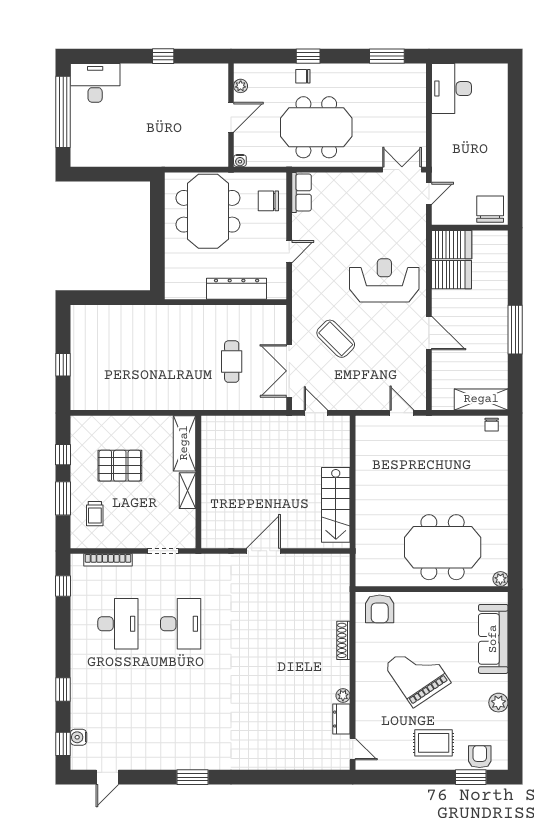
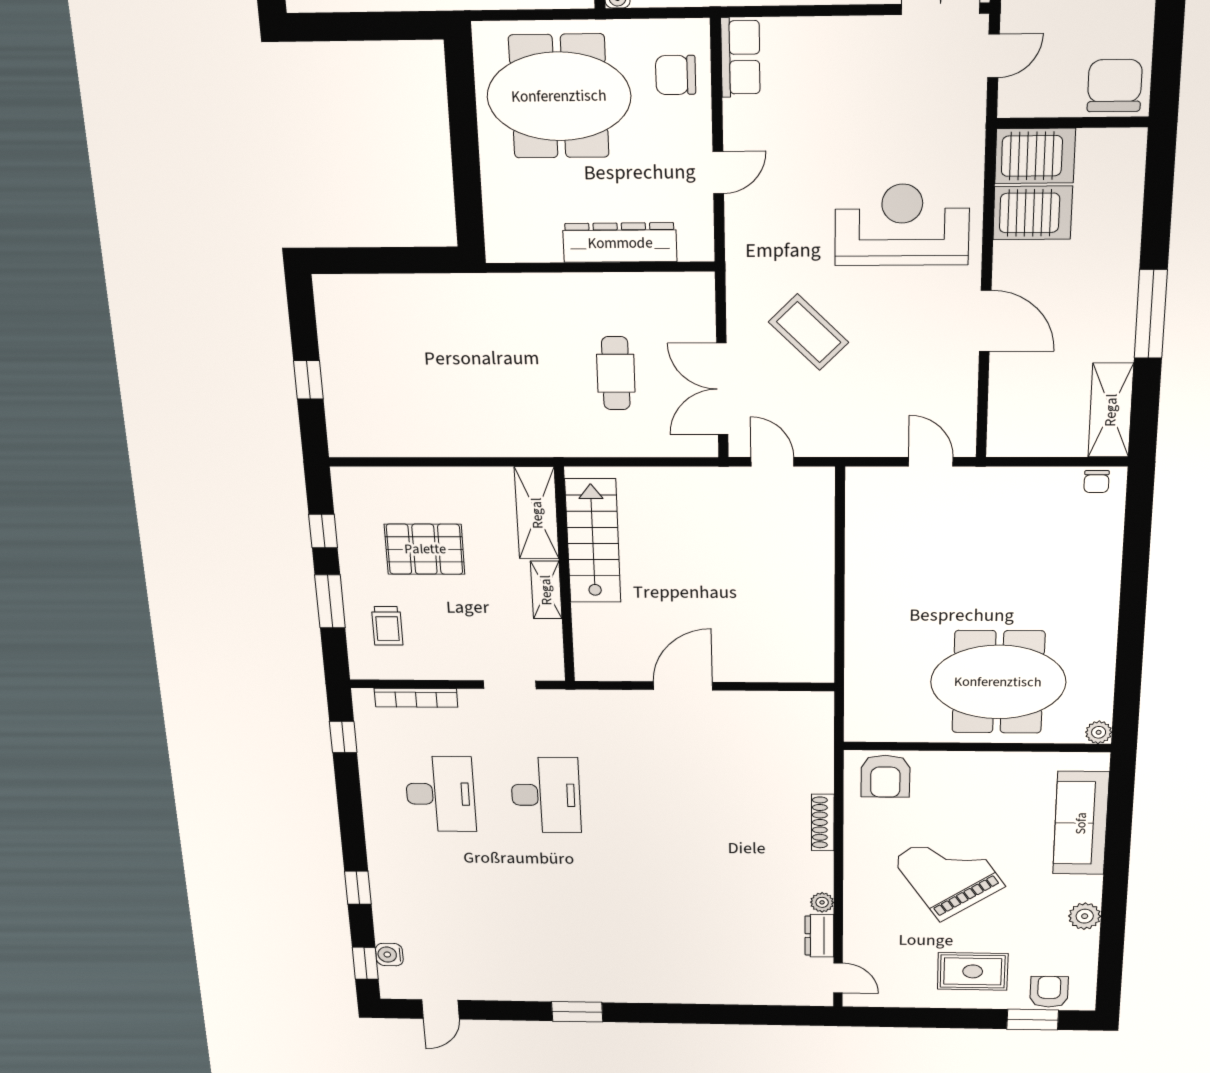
meeting table: (208, 211) -> (559, 96), turned 90
shelving: (481, 399) -> (1111, 410), moved, turned 90
stairs: (336, 505) -> (593, 541), moved, turned 180

